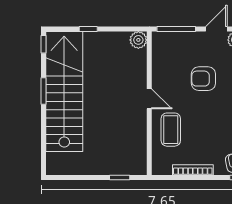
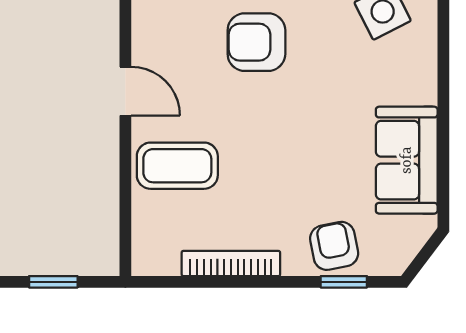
coffee table: (171, 130) -> (177, 166), turned 90

